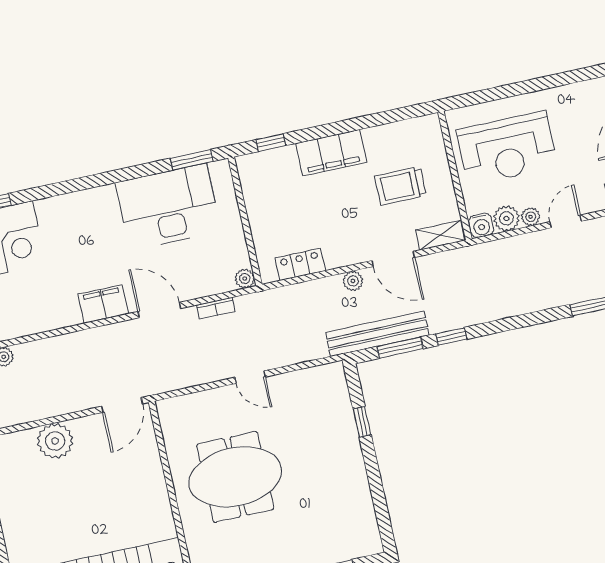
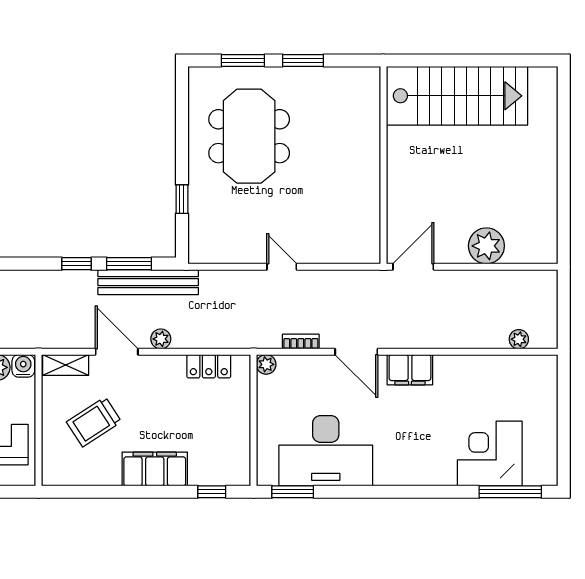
trolley: (401, 186) -> (94, 422), turned 147
meeting table: (235, 477) -> (249, 136), moved, turned 90

